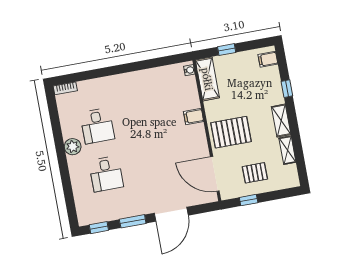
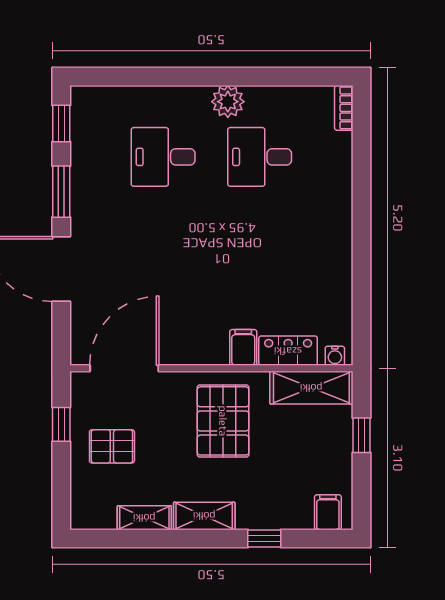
locker: (191, 94) -> (288, 351), added
pallet: (231, 132) -> (223, 421), moved
pallet: (255, 173) -> (112, 446), turned 90

